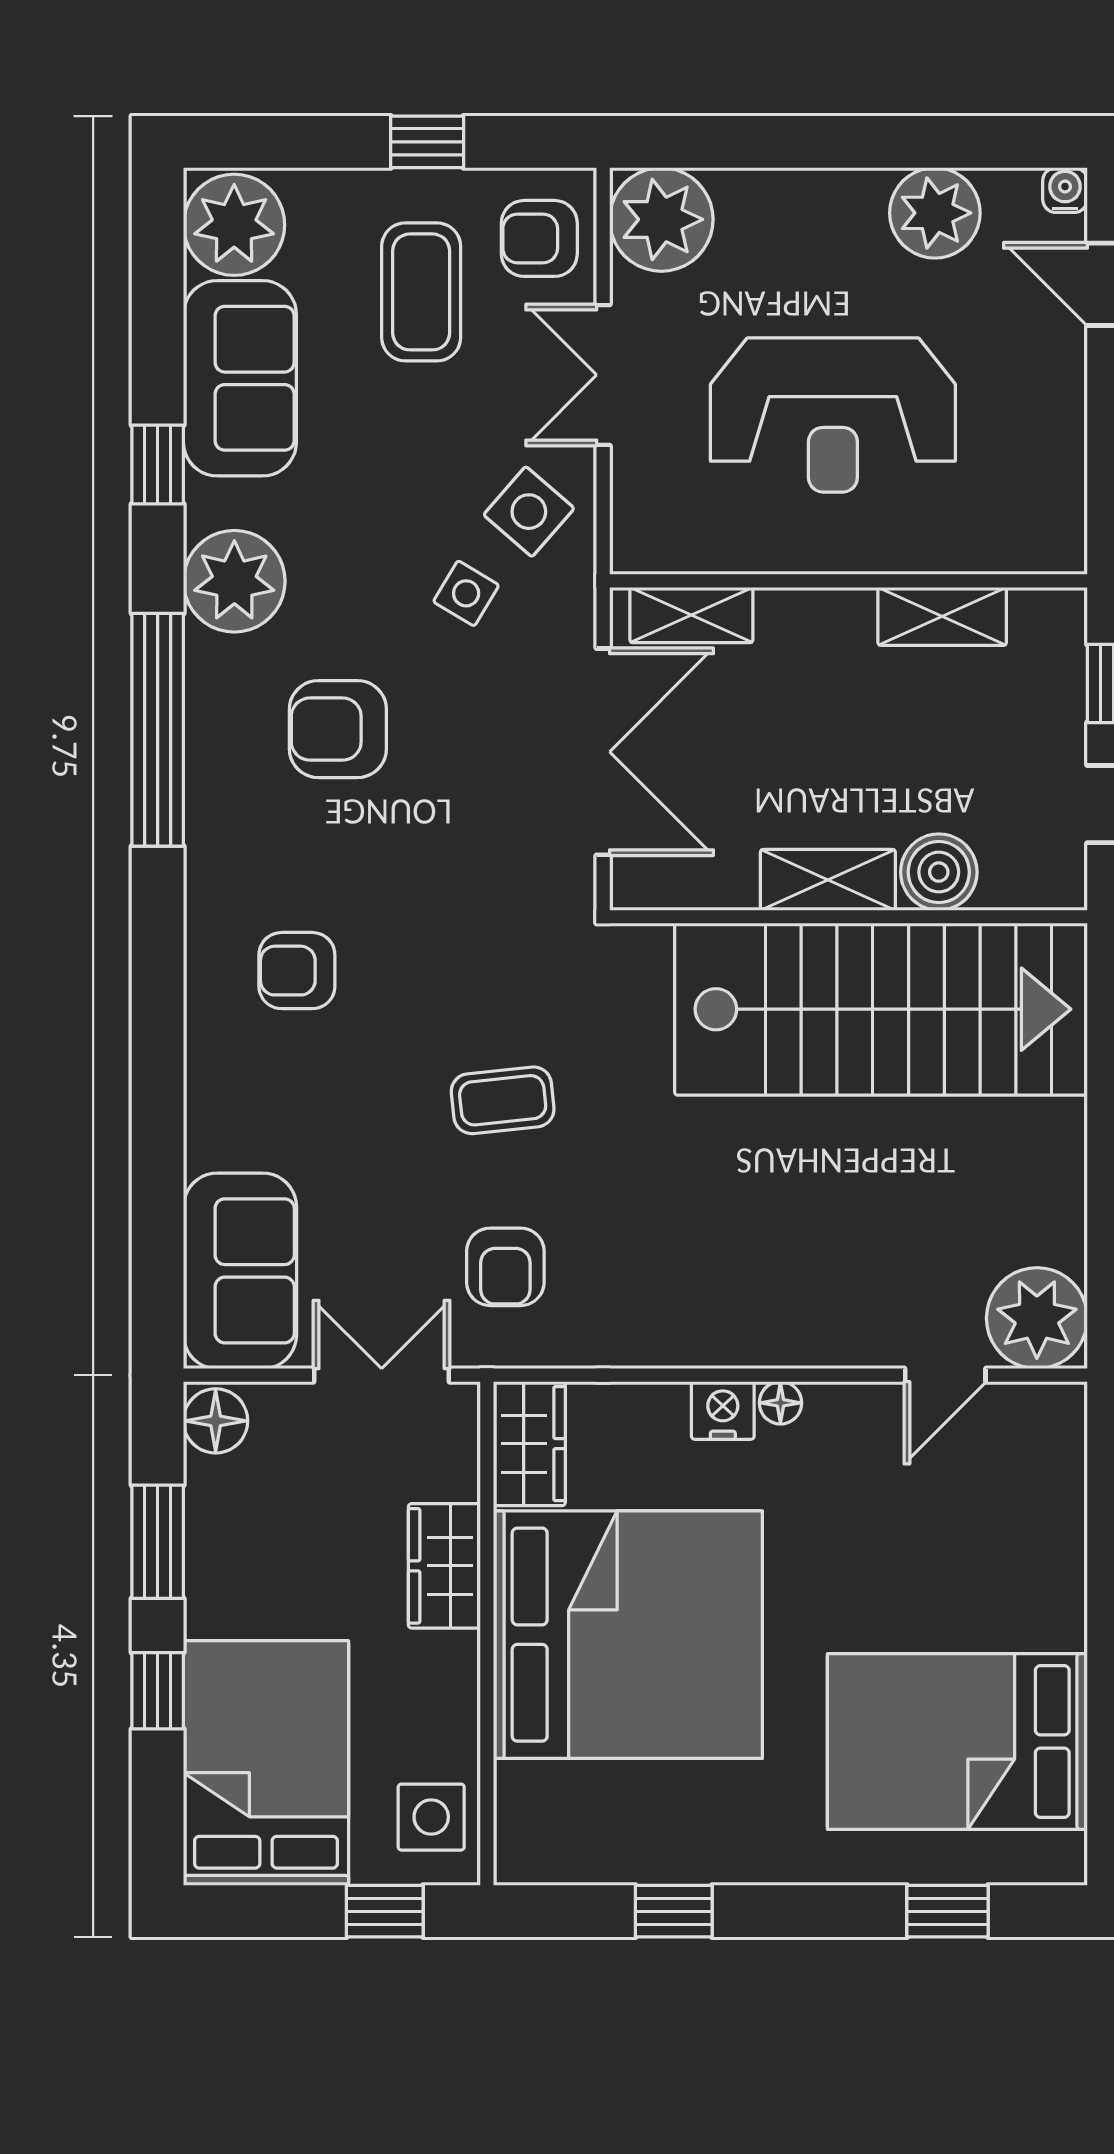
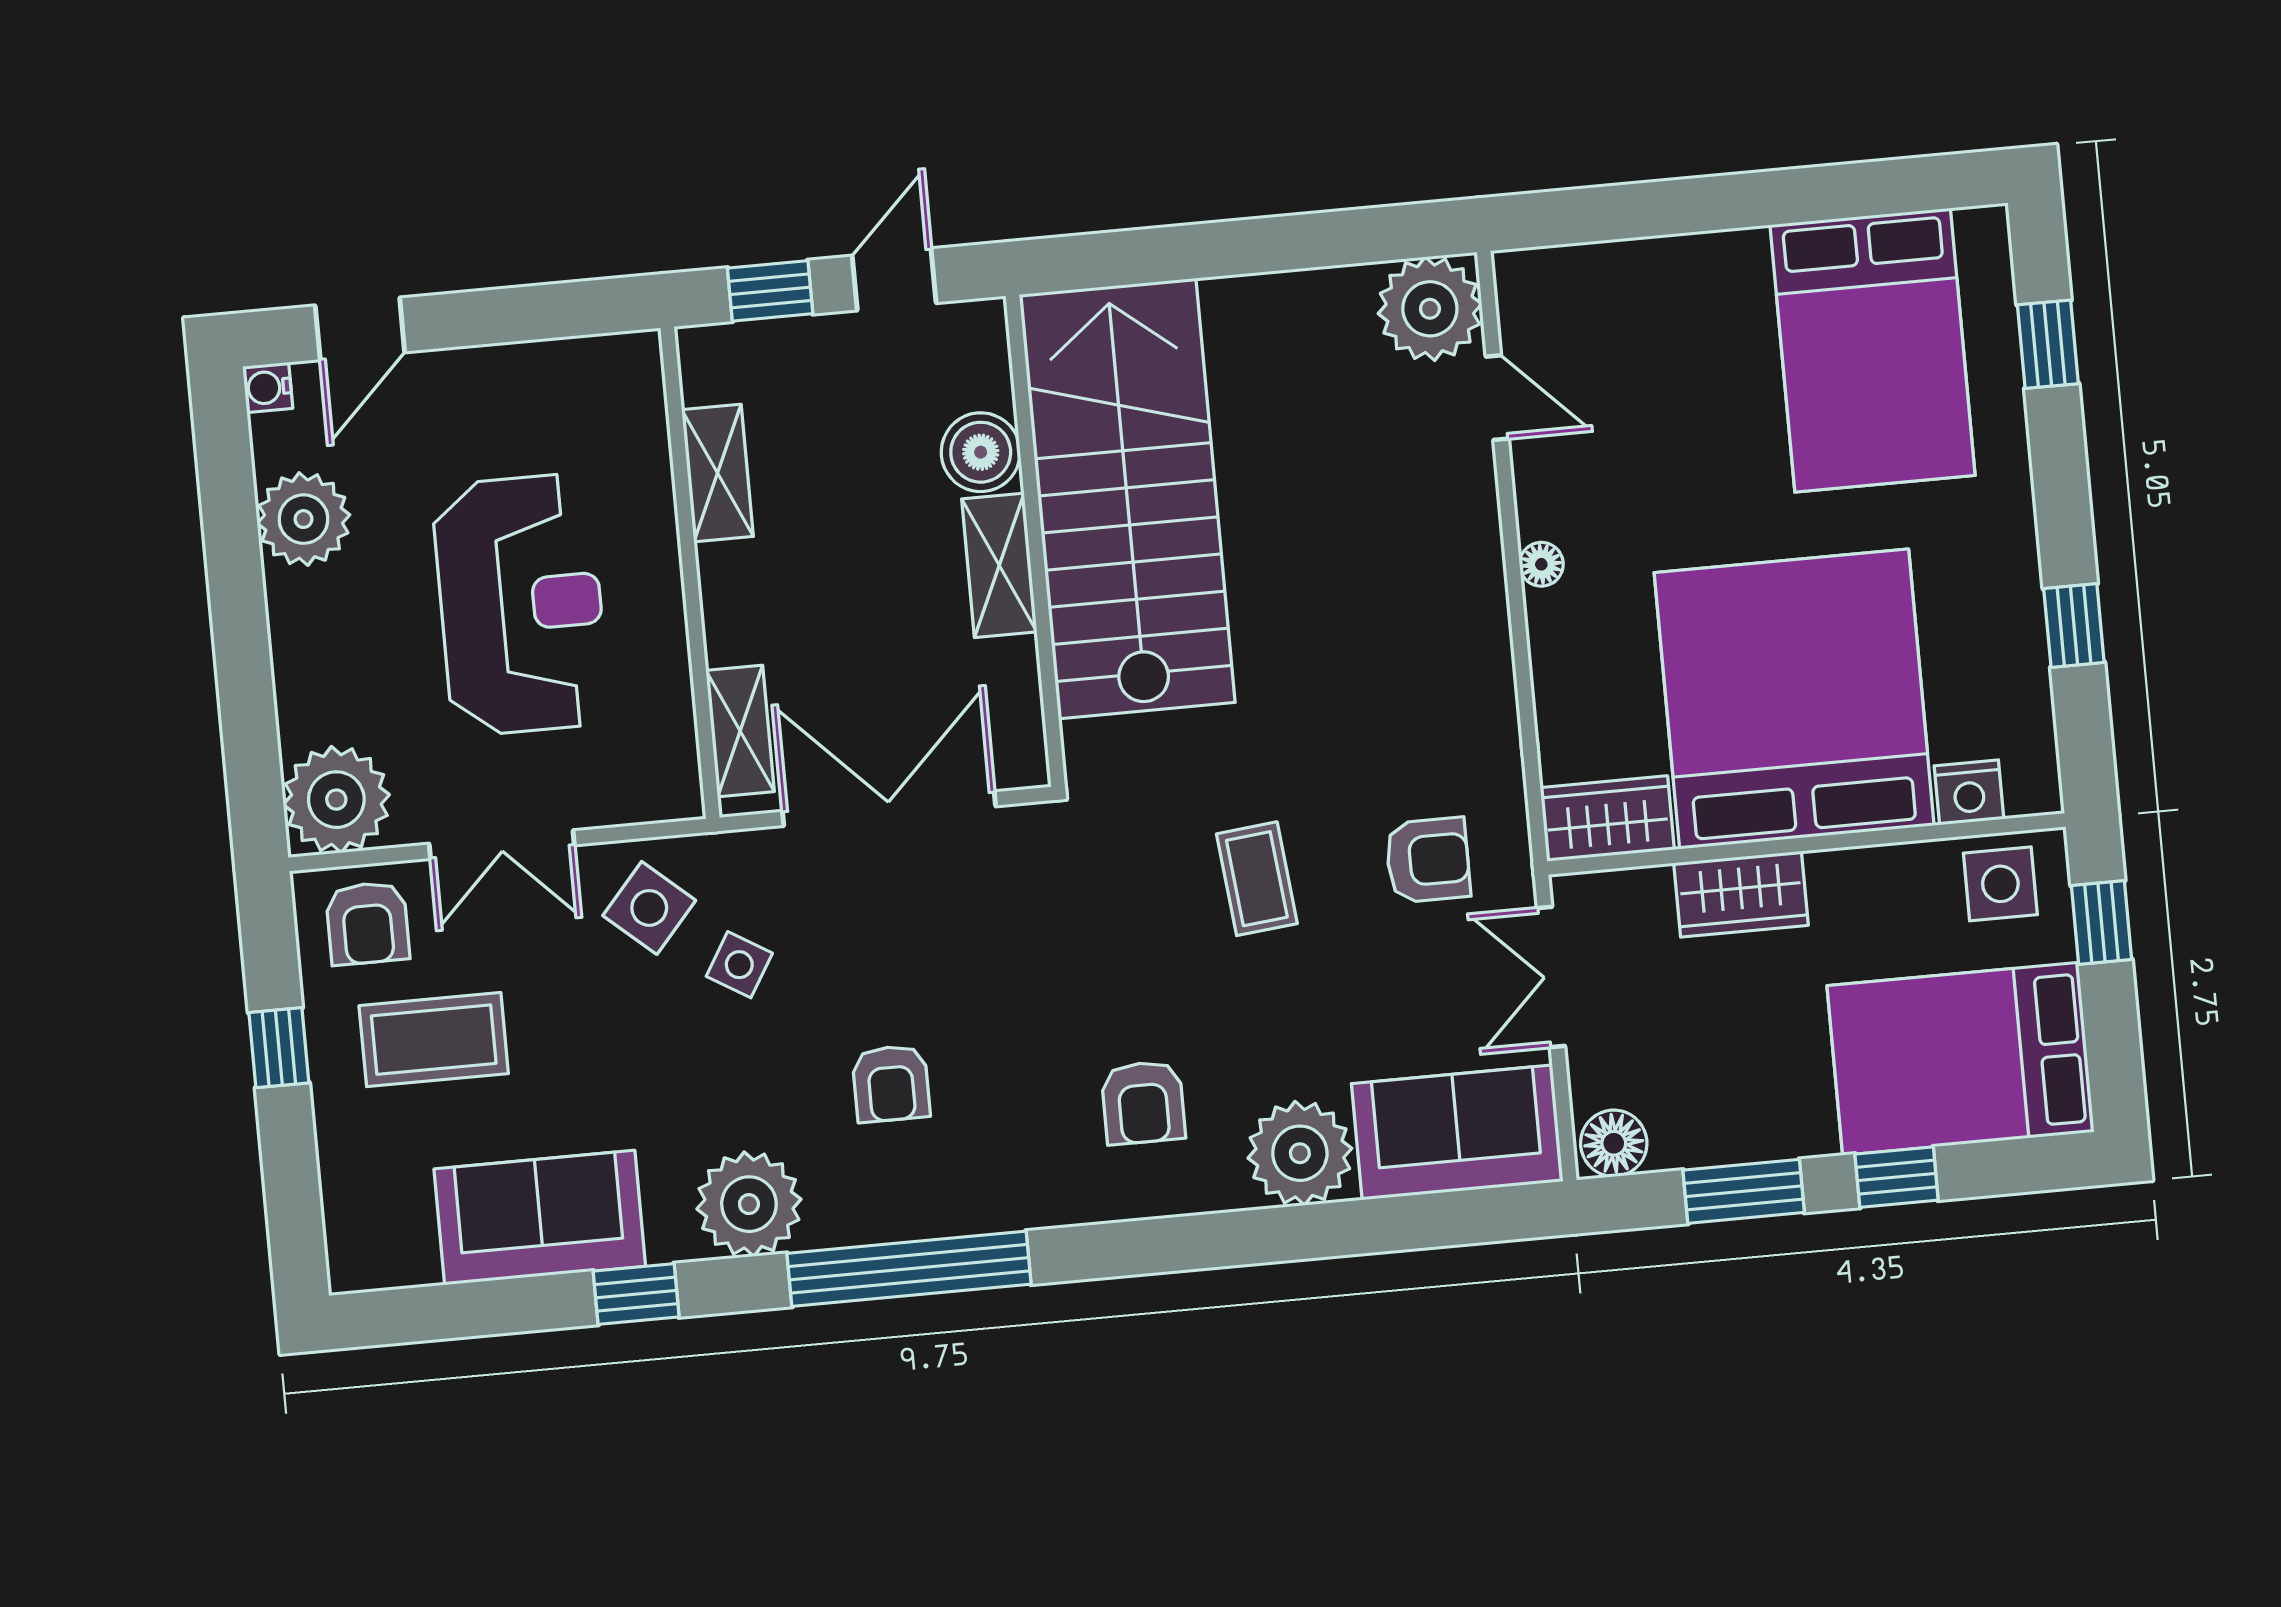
plant: (234, 225) -> (1300, 1153), moved
armchair: (338, 729) -> (891, 1083), width x0.72, depth x0.72
nightstand: (723, 1410) -> (1969, 792), moved, turned -90

